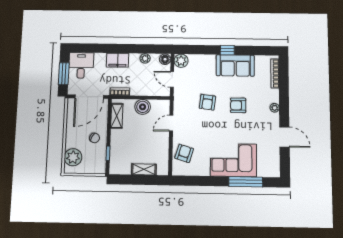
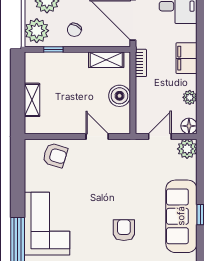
sofa: (235, 65) -> (181, 216), width x1.36
armchair: (207, 102) -> (128, 187), removed
plant: (94, 165) -> (37, 31), added

